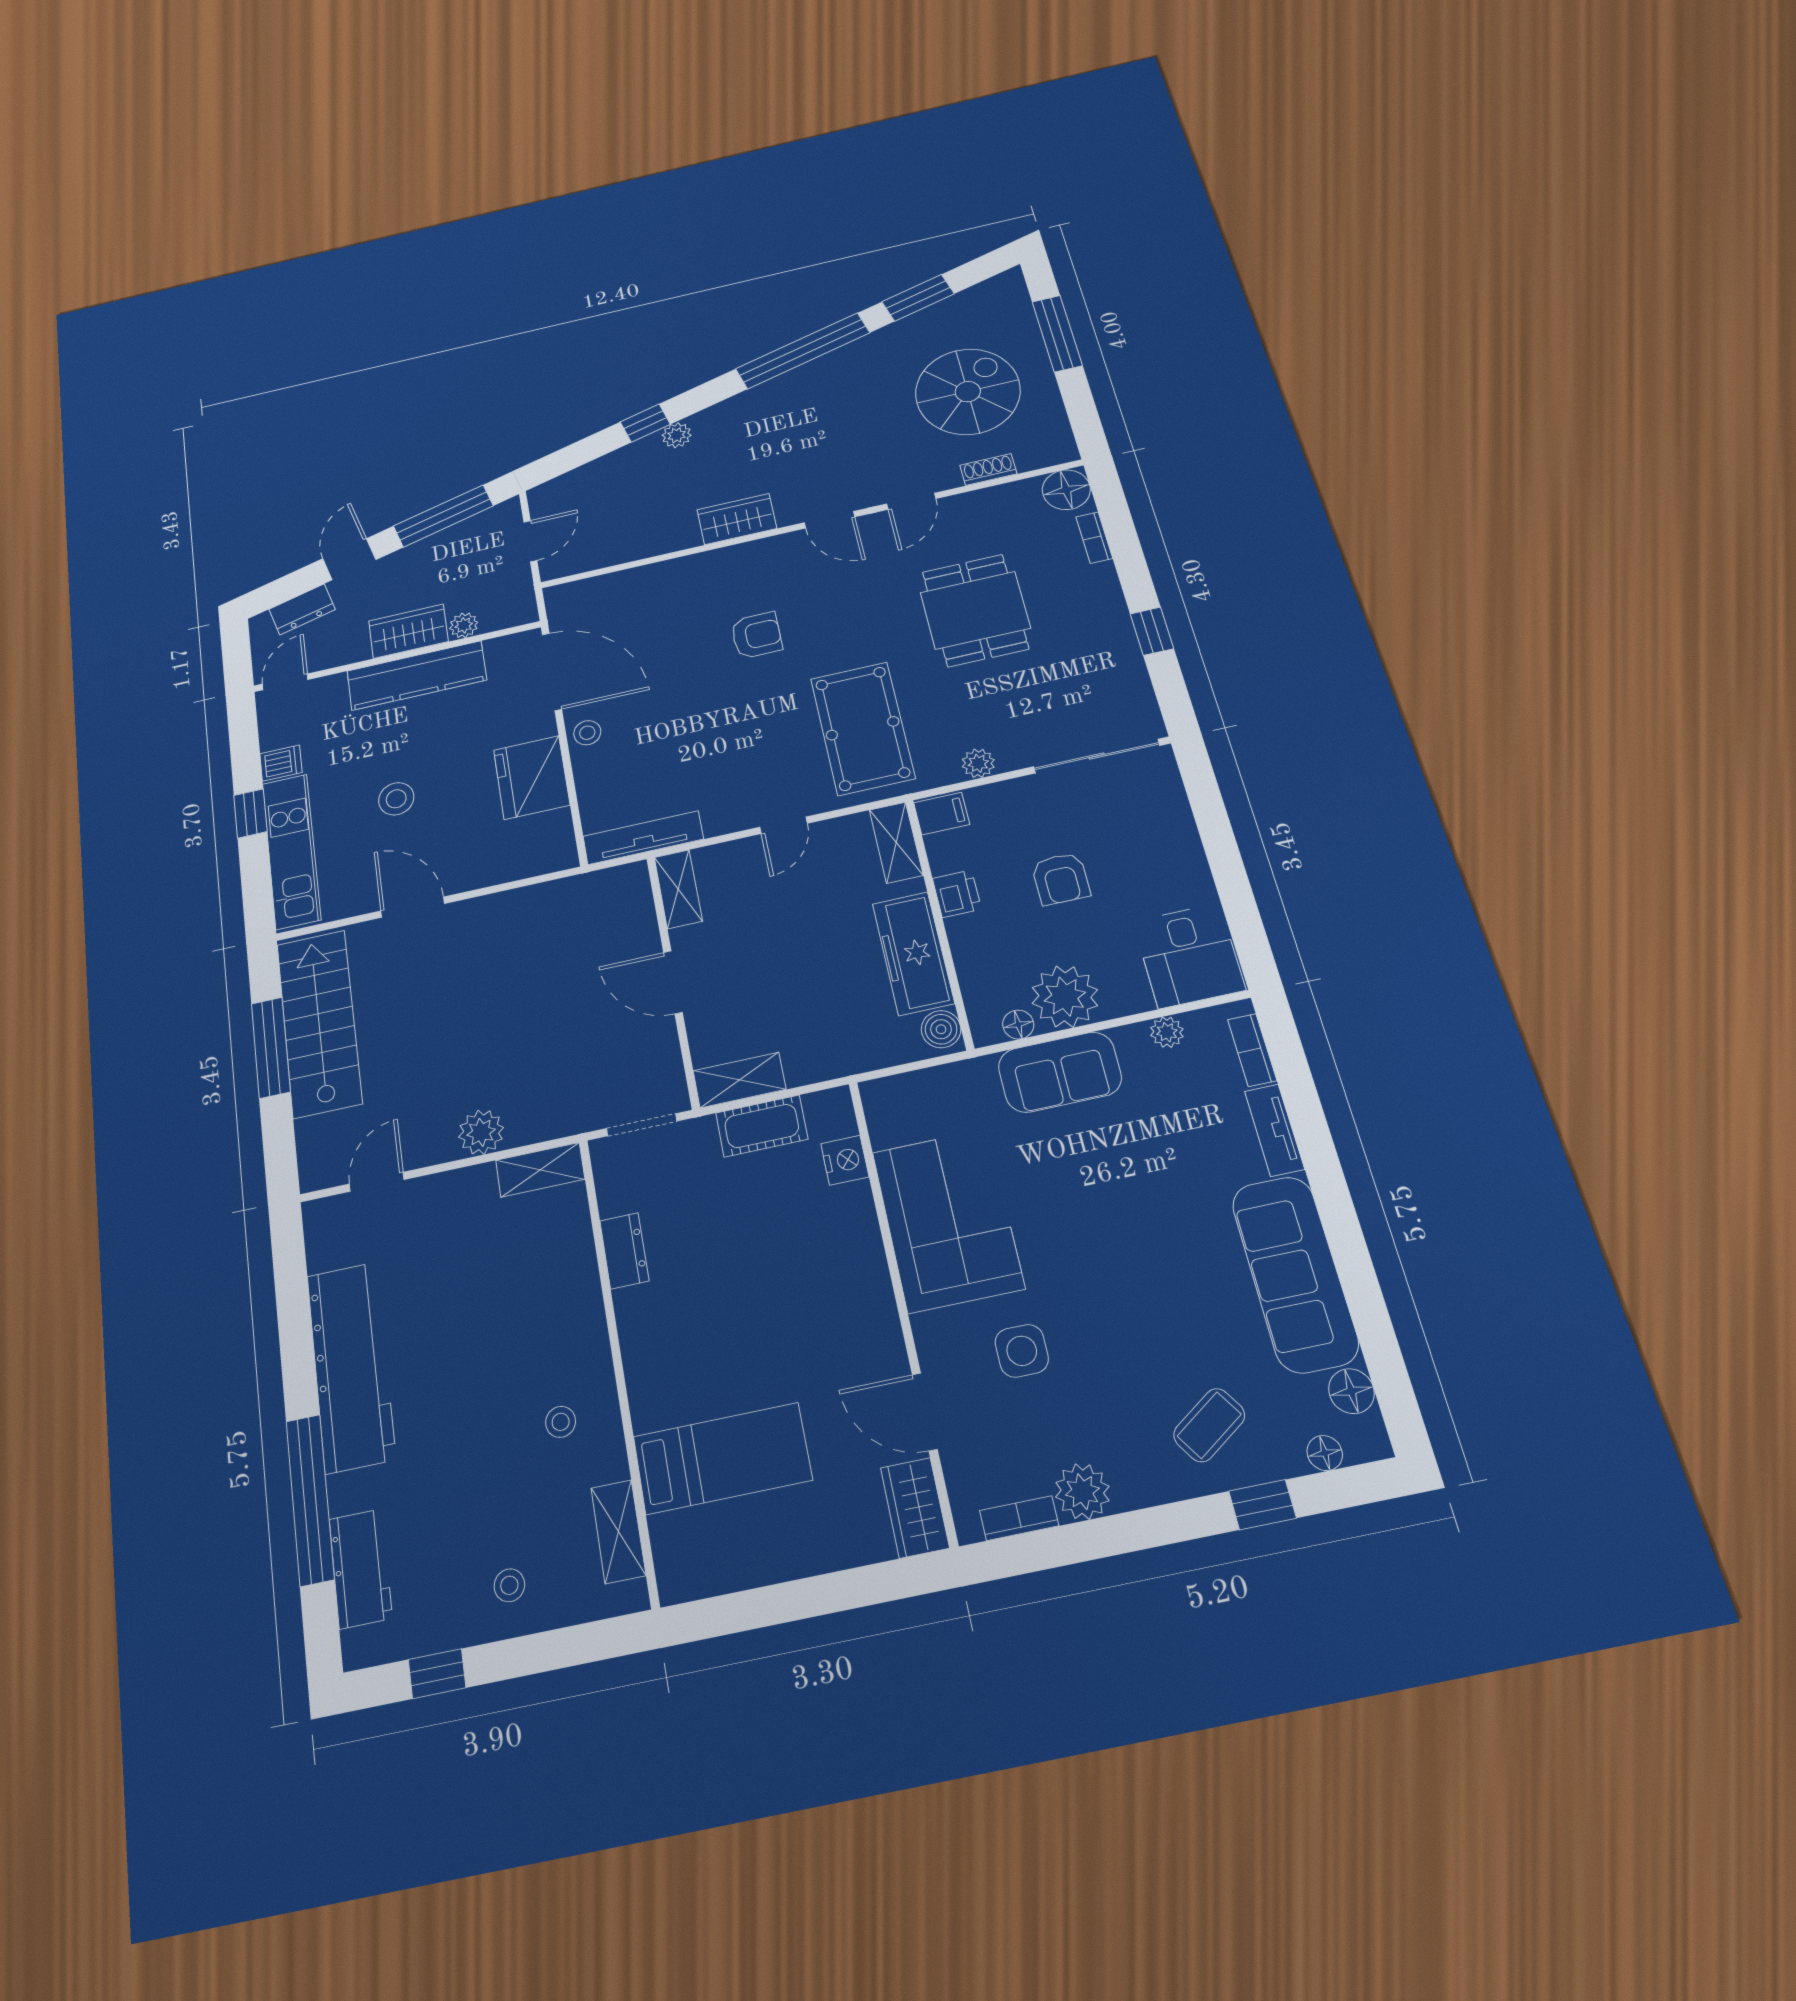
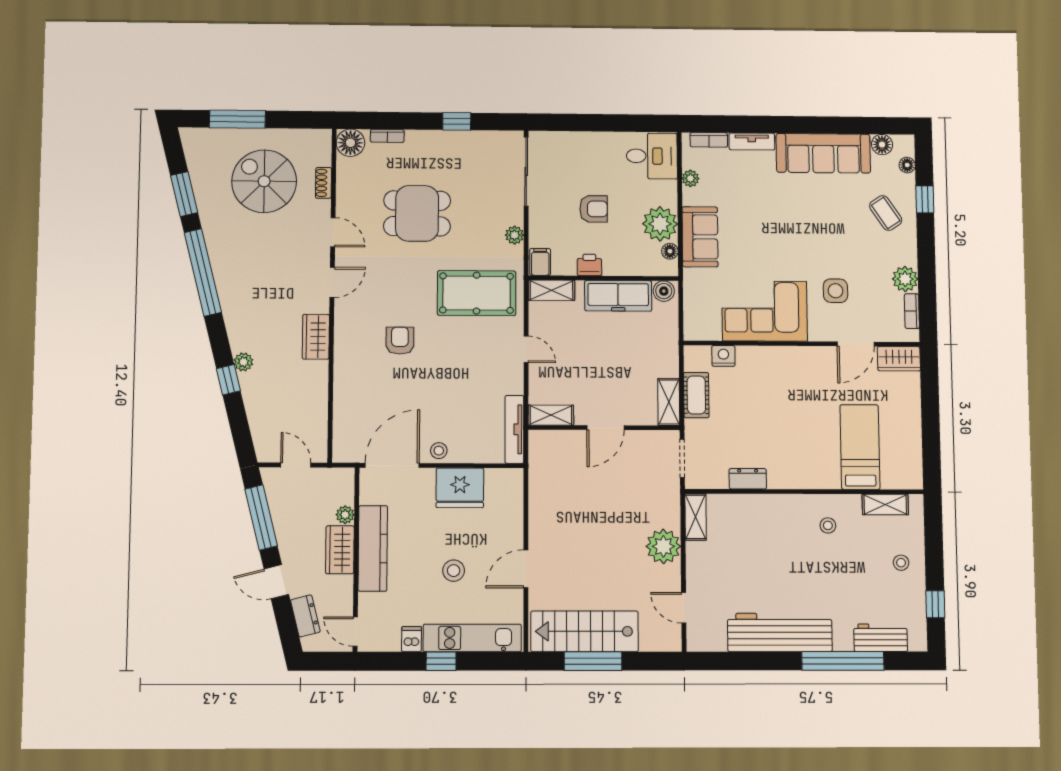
plant: (481, 1132) -> (663, 546), width x1.36, depth x1.36

